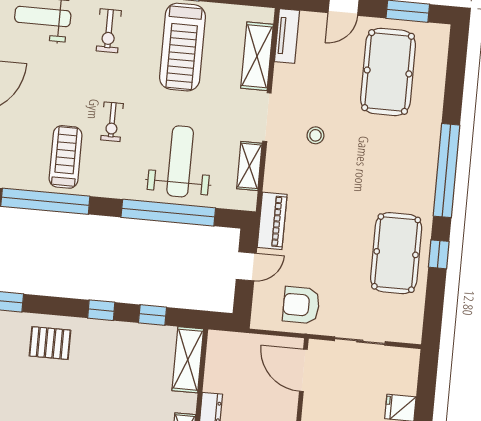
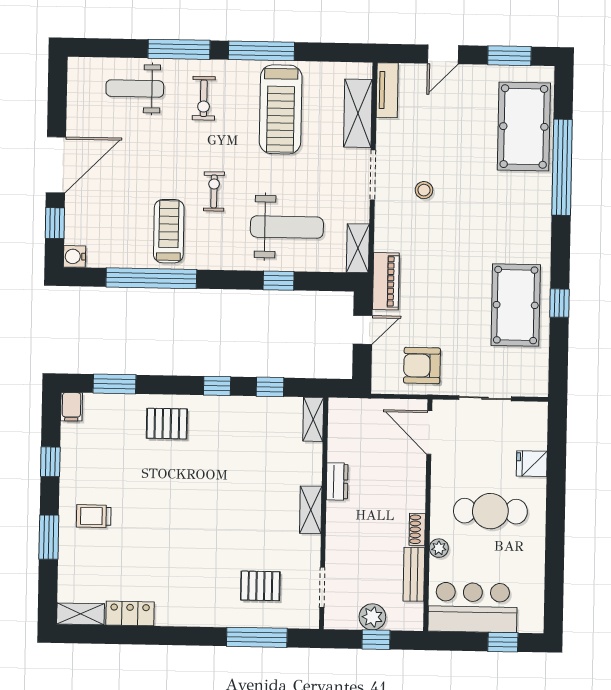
pool table: (388, 72) -> (524, 127), moved
exercise bike: (112, 122) -> (214, 191), turned 180
weight bench: (180, 161) -> (287, 227), turned 90
shelving: (249, 166) -> (358, 248), moved
window: (446, 171) -> (562, 167), moved
window: (168, 213) -> (279, 281), width x0.32
shelving: (188, 360) -> (313, 419), width x0.67, depth x0.75

